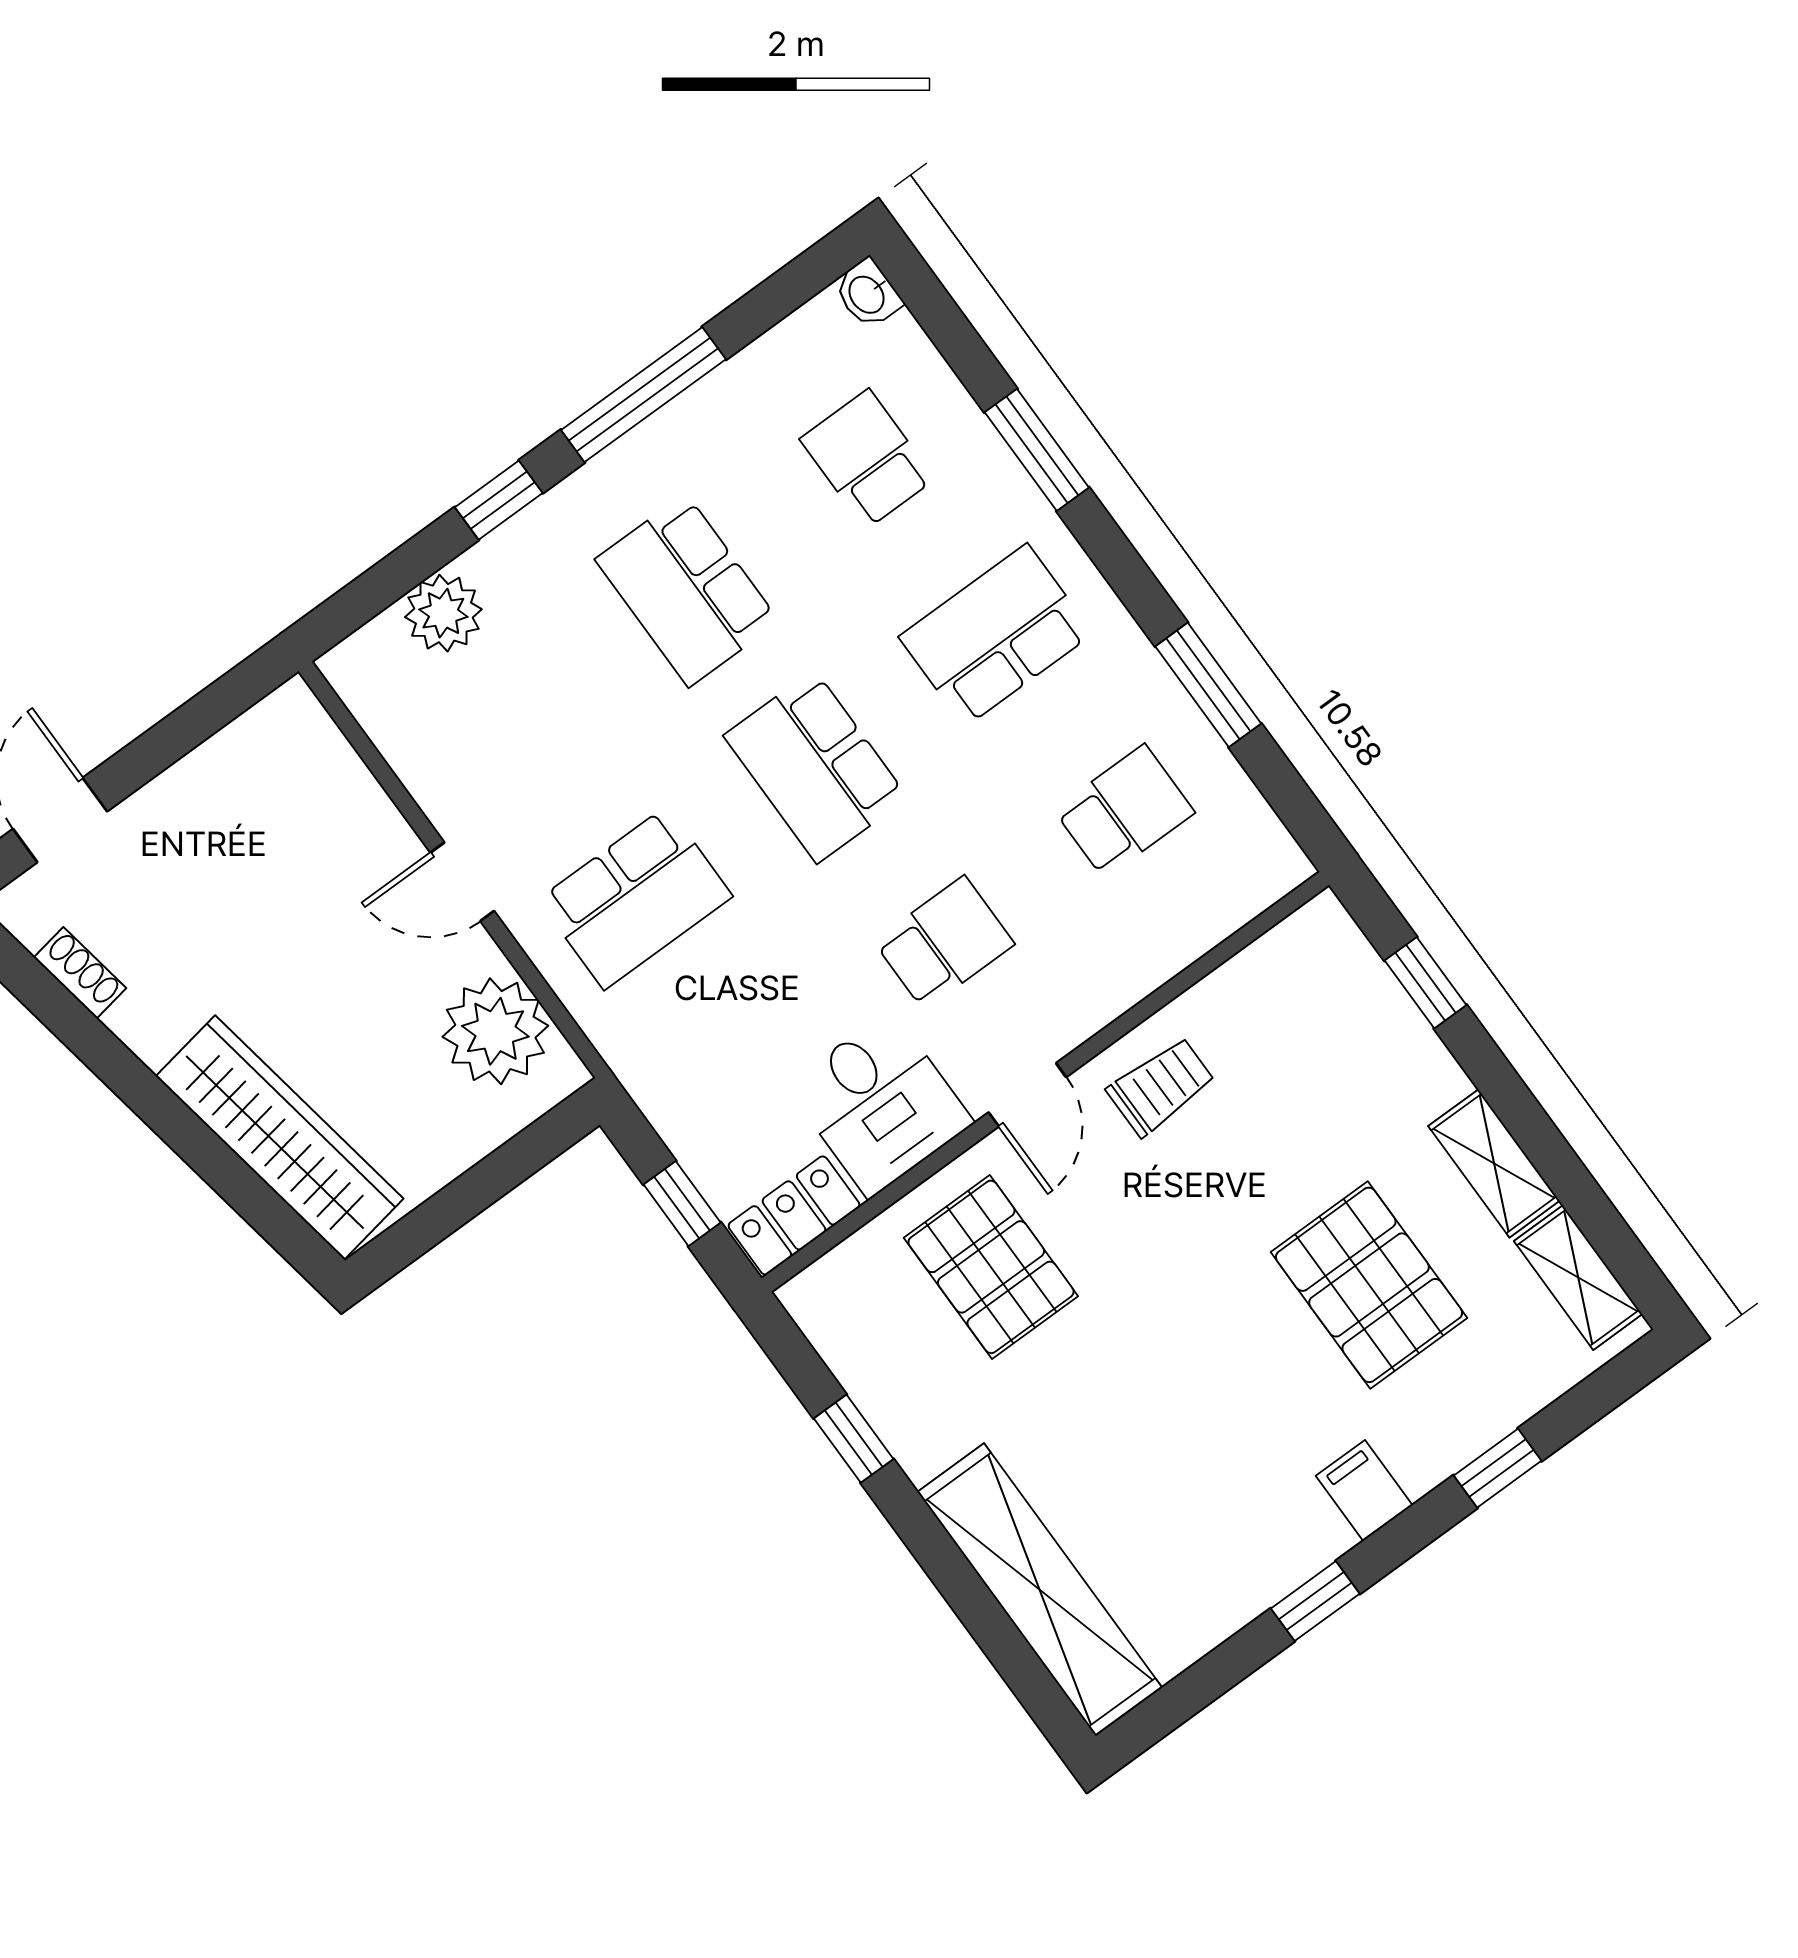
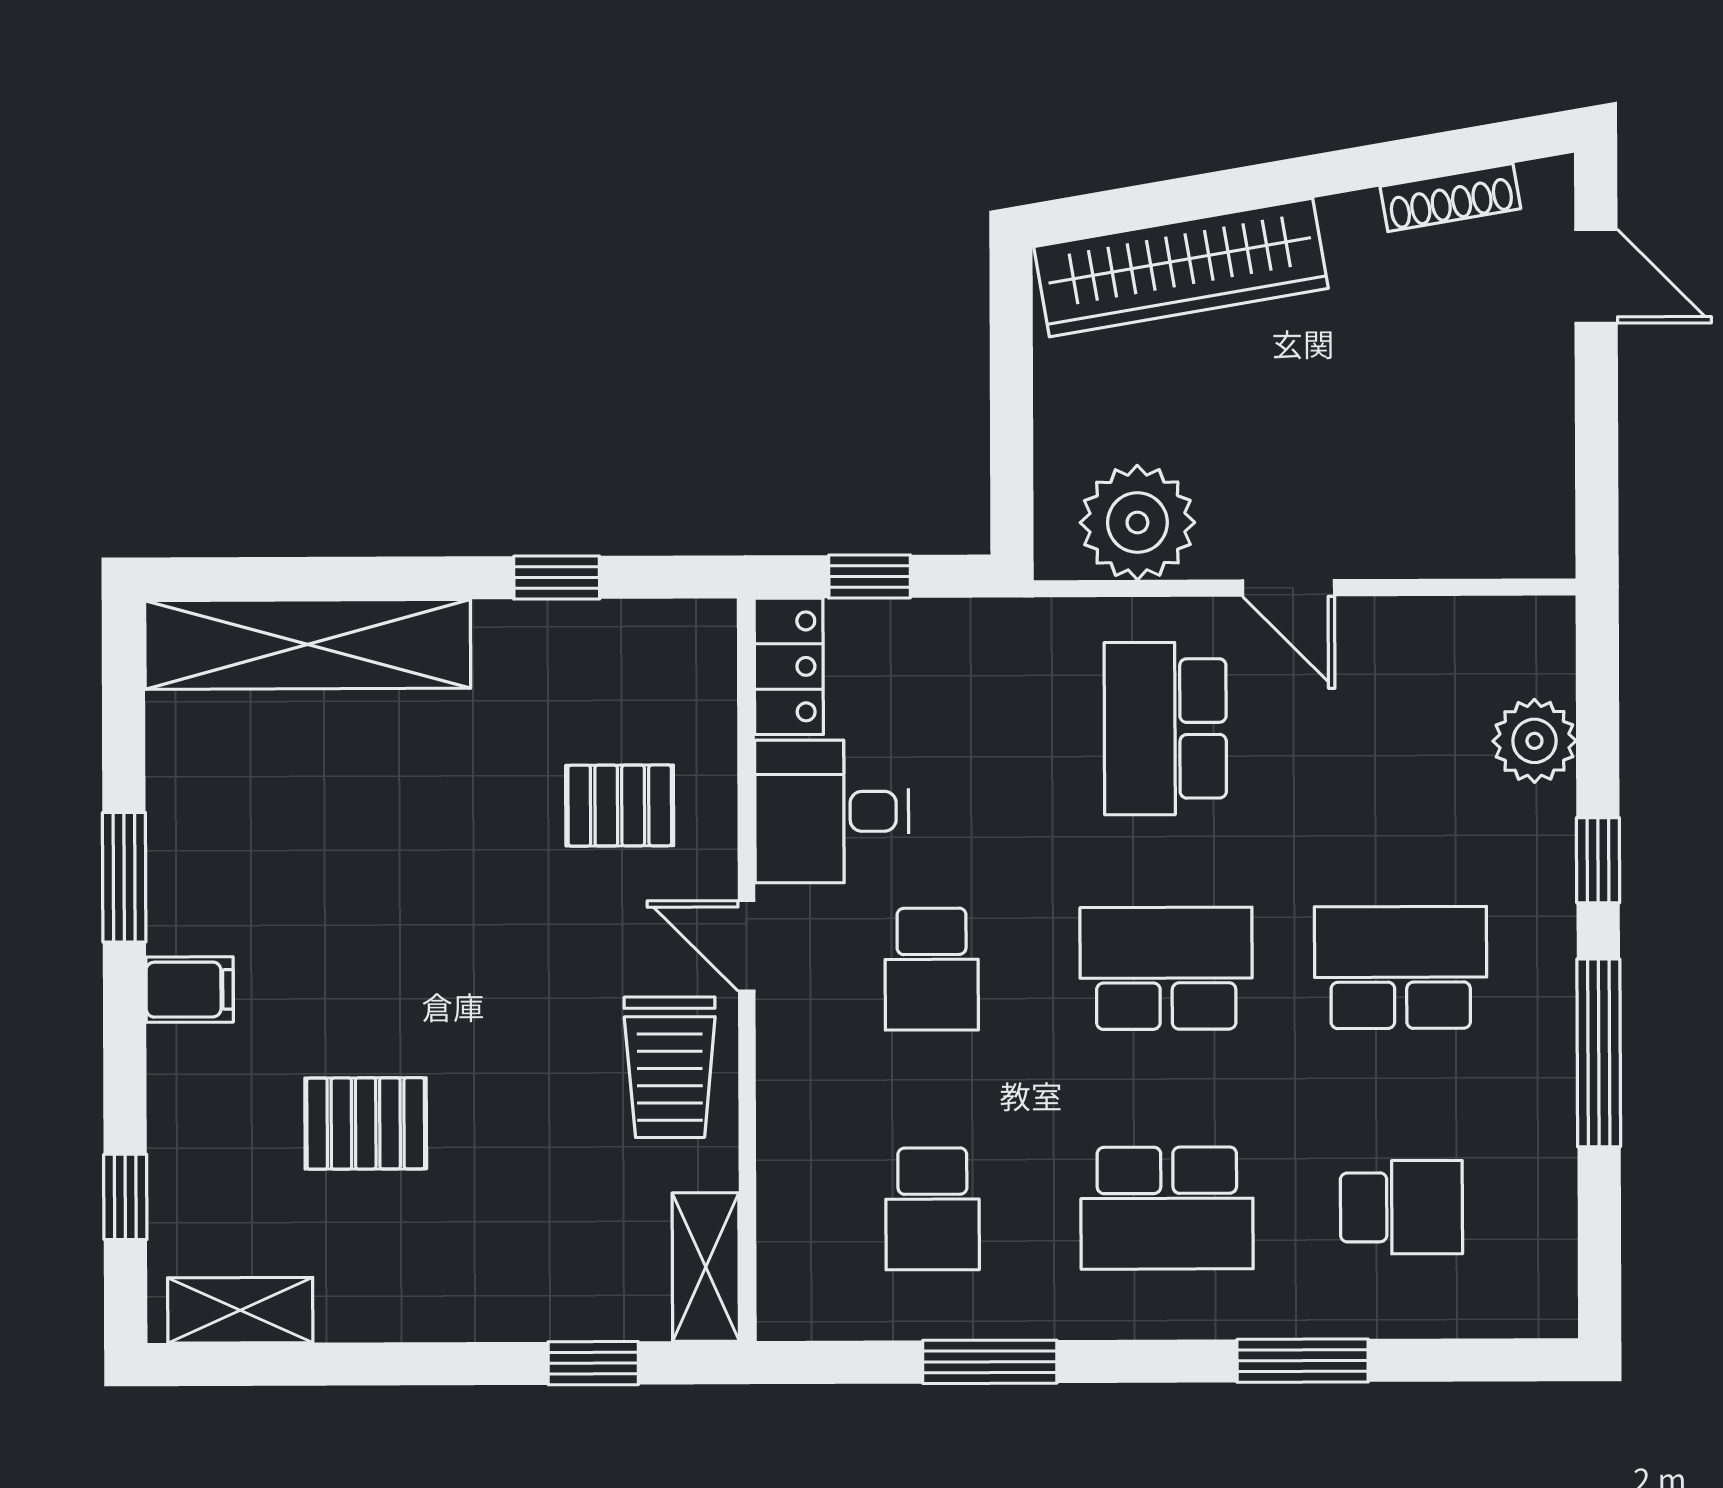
washbasin: (868, 294) -> (1545, 1312), removed
school desk: (996, 635) -> (1167, 1208), turned 90
door: (462, 882) -> (1289, 588), swing flipped
shoe rack: (80, 973) -> (1450, 197), width x1.43
trolley: (1161, 1086) -> (670, 1067), width x1.36, depth x1.39
shelving: (1494, 1163) -> (706, 1267), moved, turned 90
pallet: (991, 1267) -> (620, 806), width x0.67, depth x0.71
pallet: (1369, 1285) -> (366, 1123), width x0.67, depth x0.71
window: (1498, 1468) -> (125, 1197), moved
window: (1315, 1601) -> (124, 877), width x1.50

